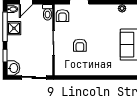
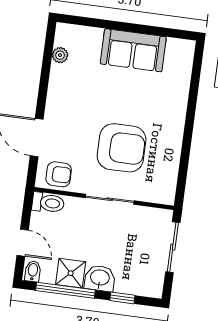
armchair: (80, 45) -> (122, 148), width x1.88, depth x1.88
washbasin: (13, 68) -> (100, 278), moved

